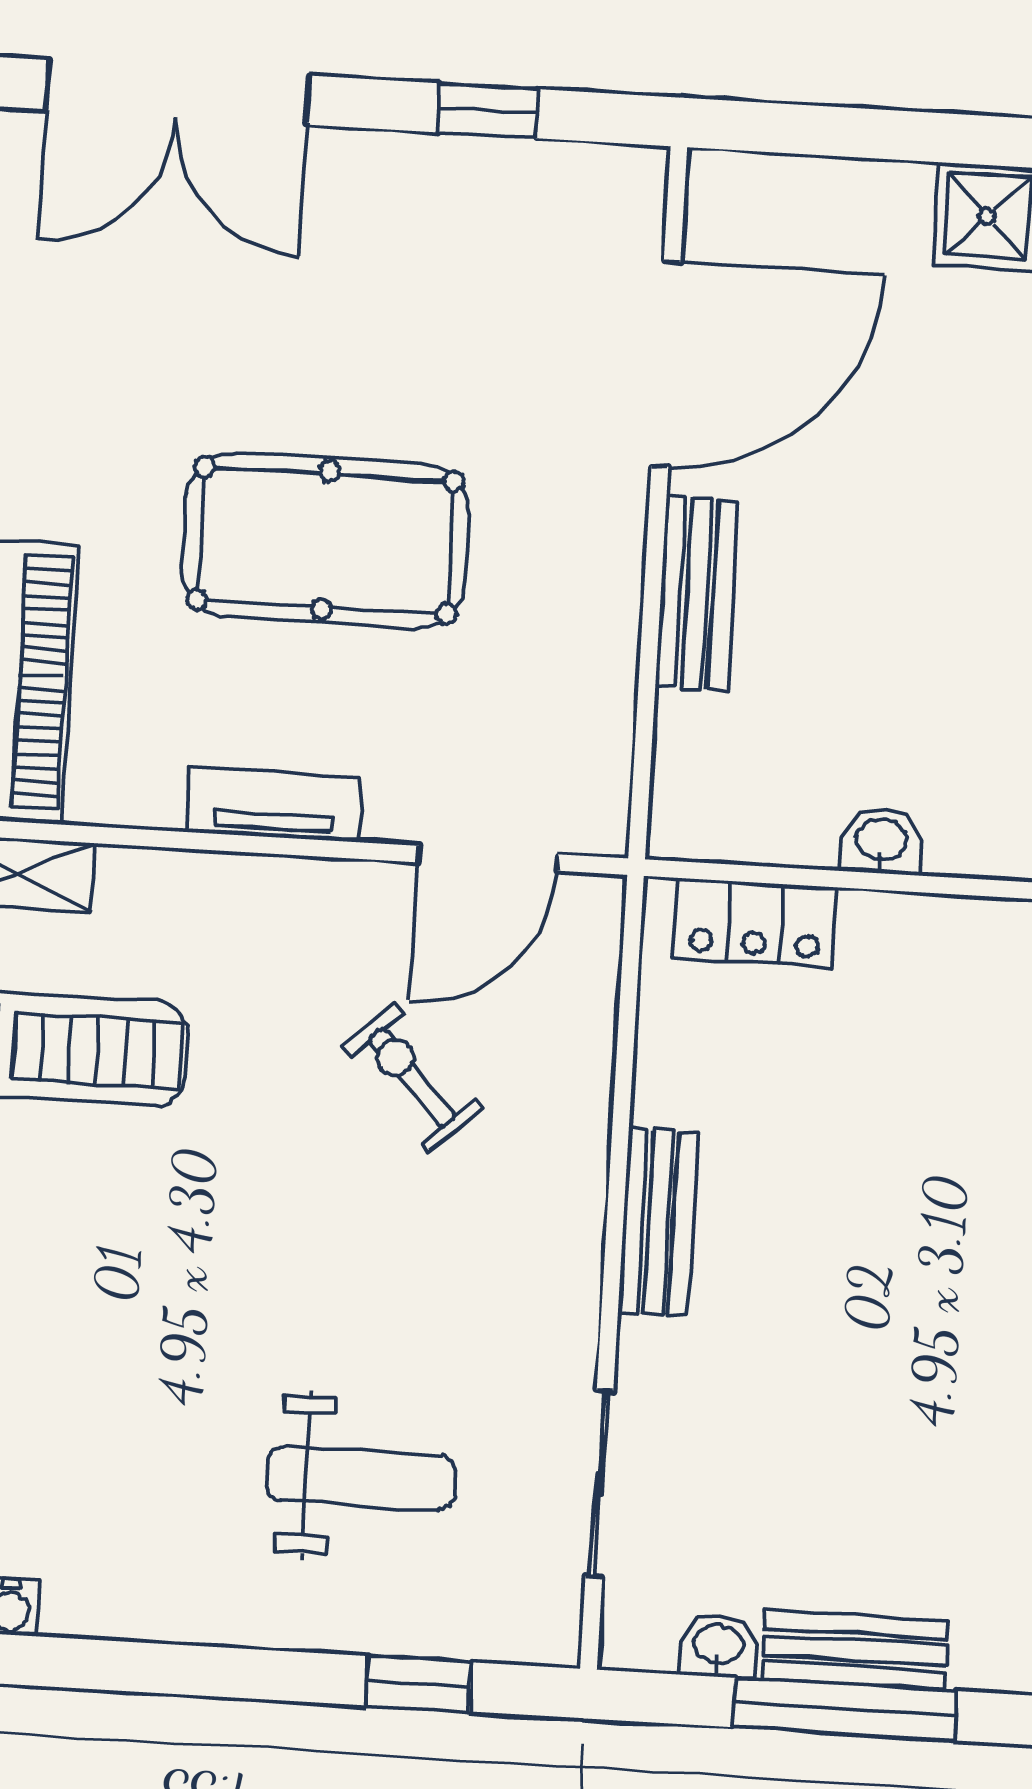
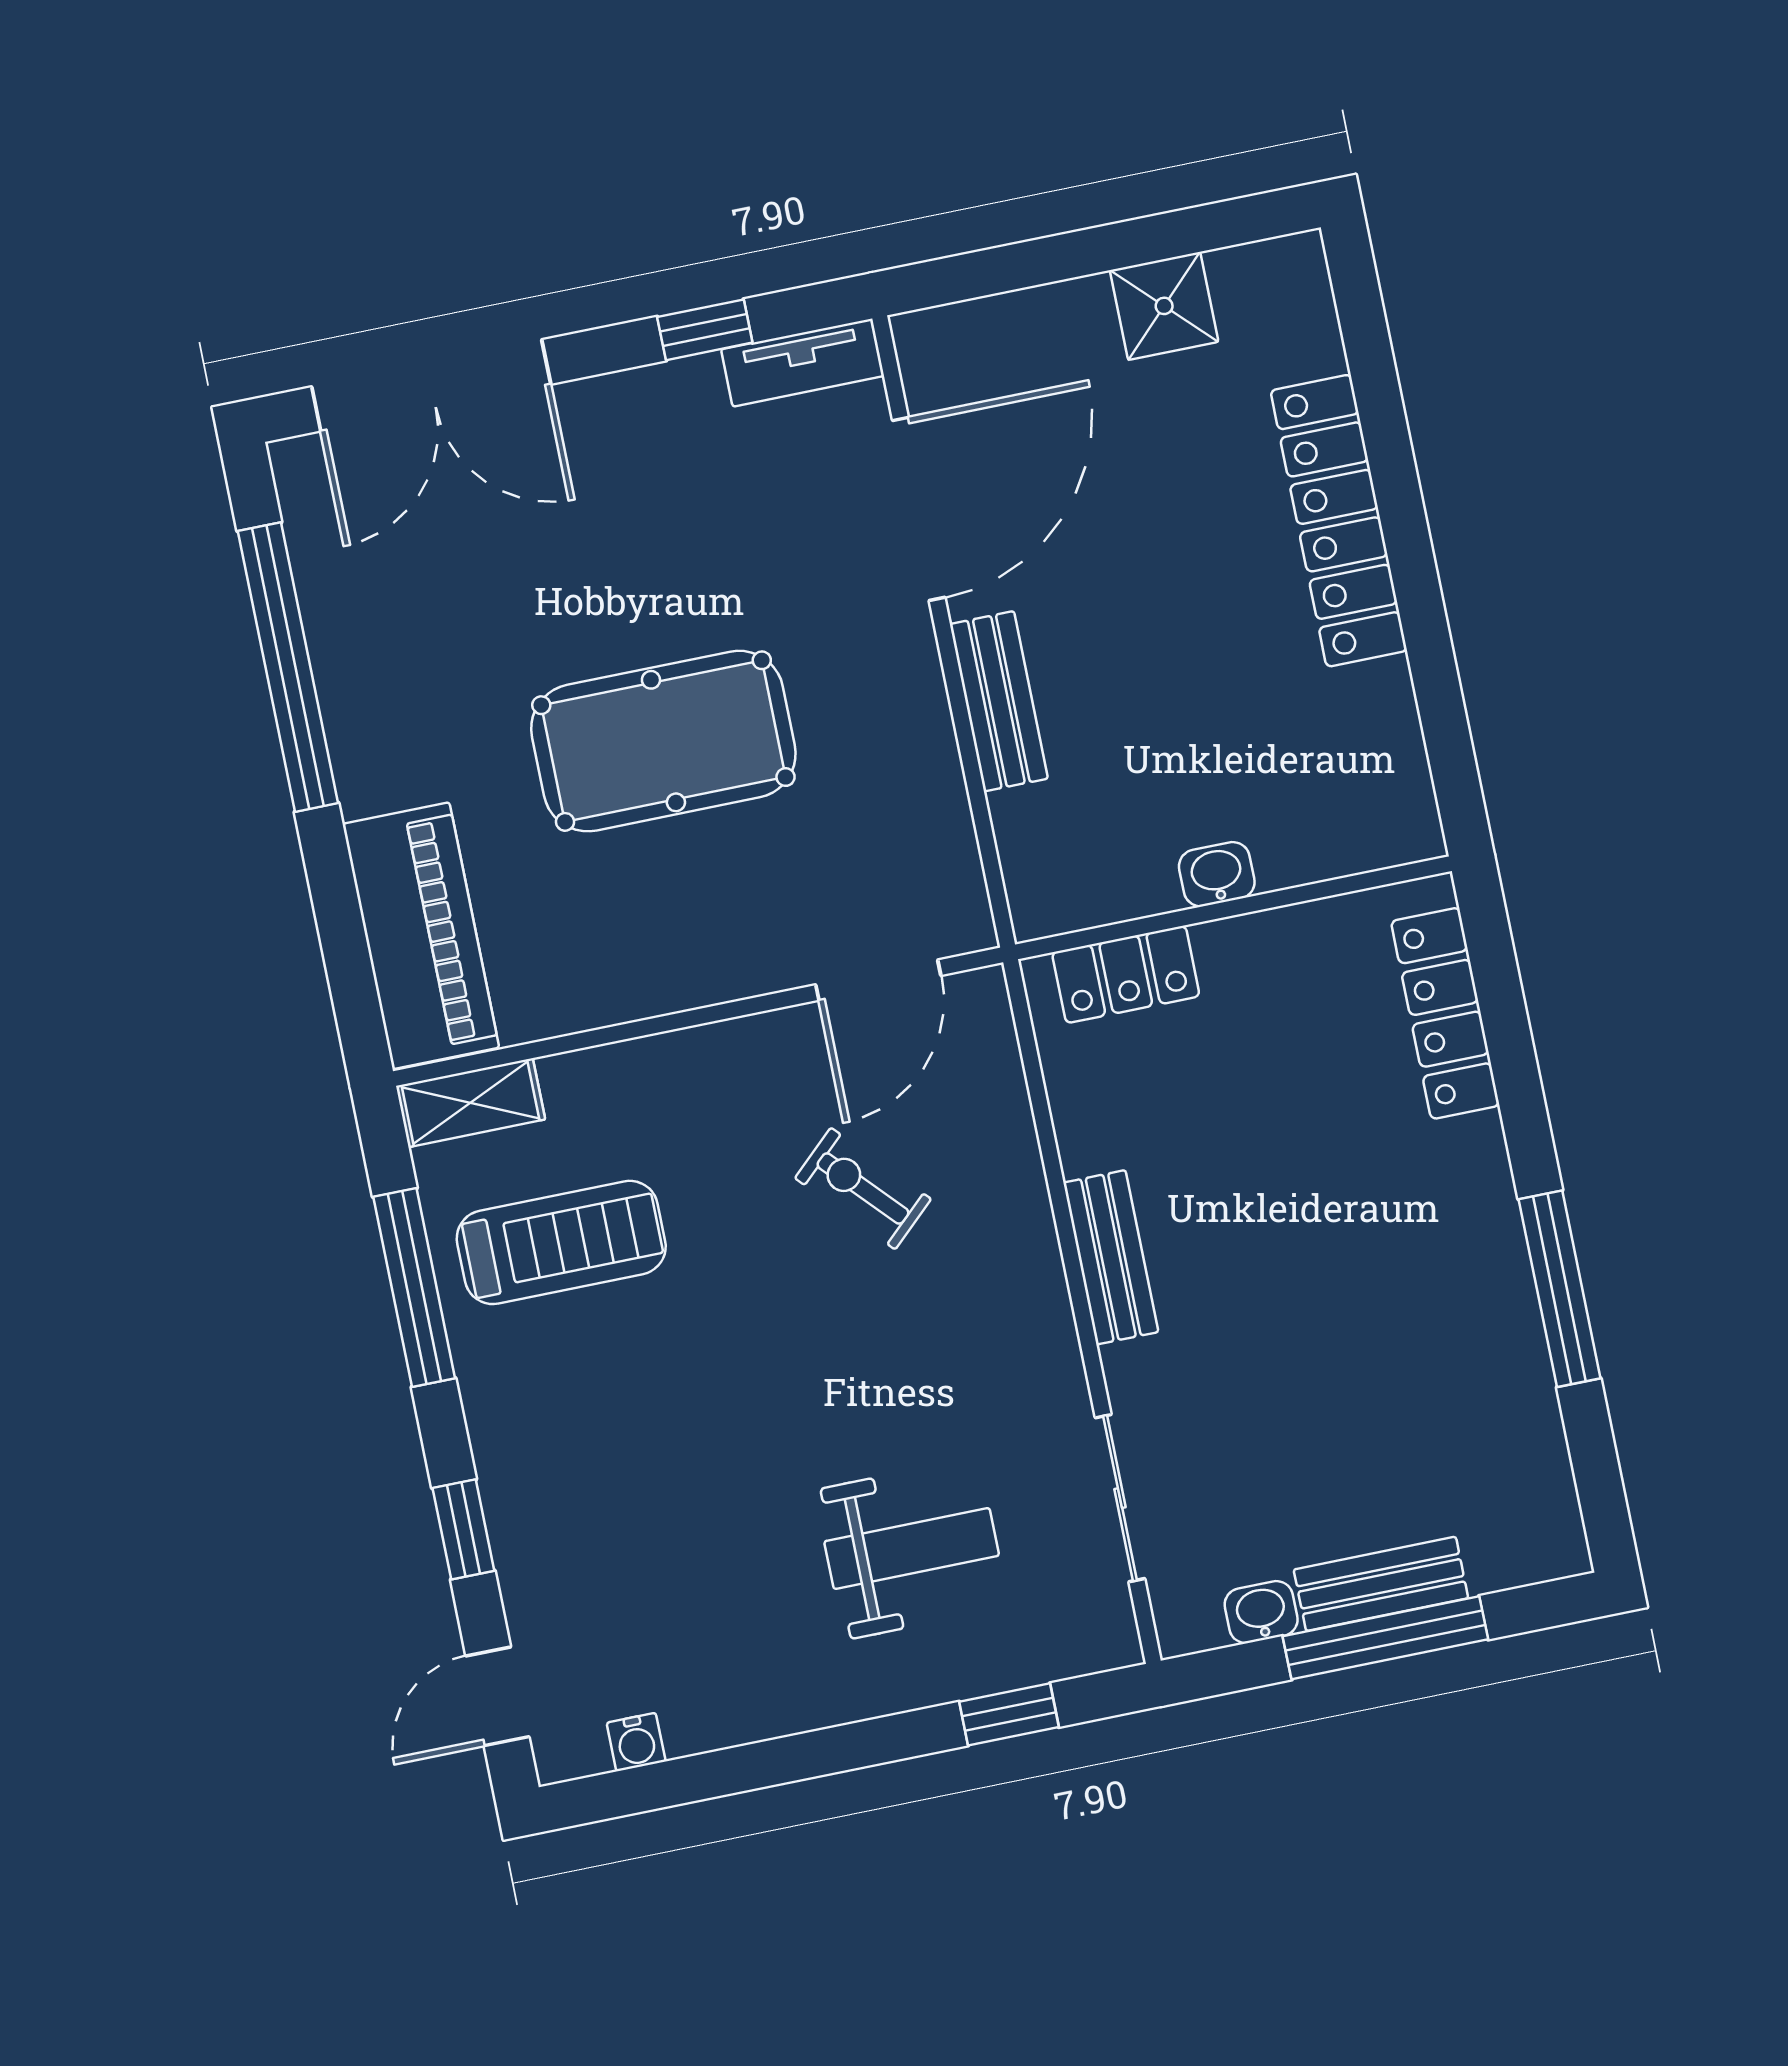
tv unit: (274, 805) -> (803, 363), moved, turned 180

